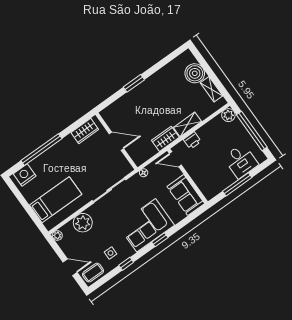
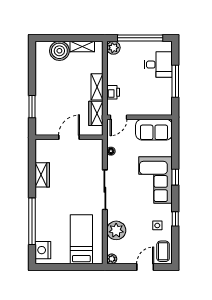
door: (116, 141) -> (69, 137), moved
wall: (116, 141) -> (69, 137), moved

